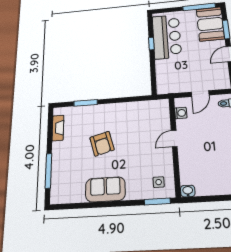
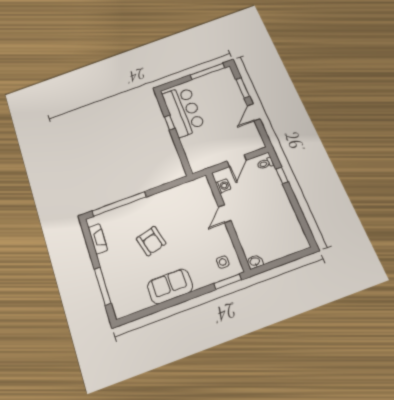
booth: (210, 24) -> (225, 86), removed
window: (86, 103) -> (119, 204), width x2.11

